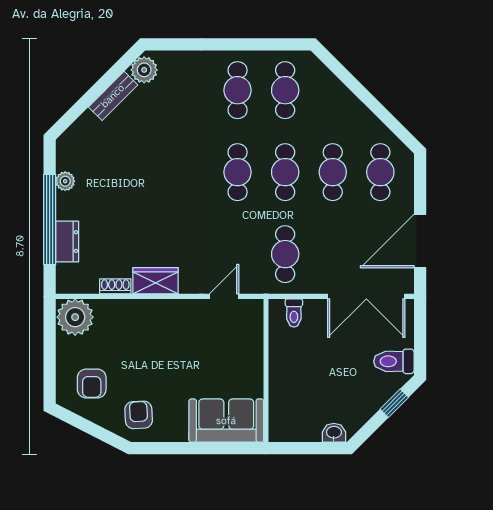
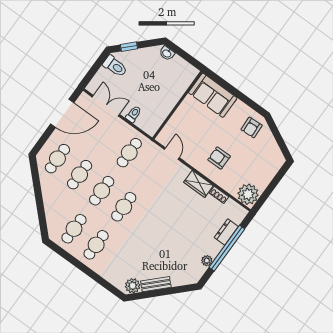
door: (224, 296) -> (172, 154), swing flipped
double door: (366, 296) -> (106, 106), width x0.73
toilet: (294, 313) -> (134, 114), moved
armchair: (92, 383) -> (219, 158), moved, turned -90

